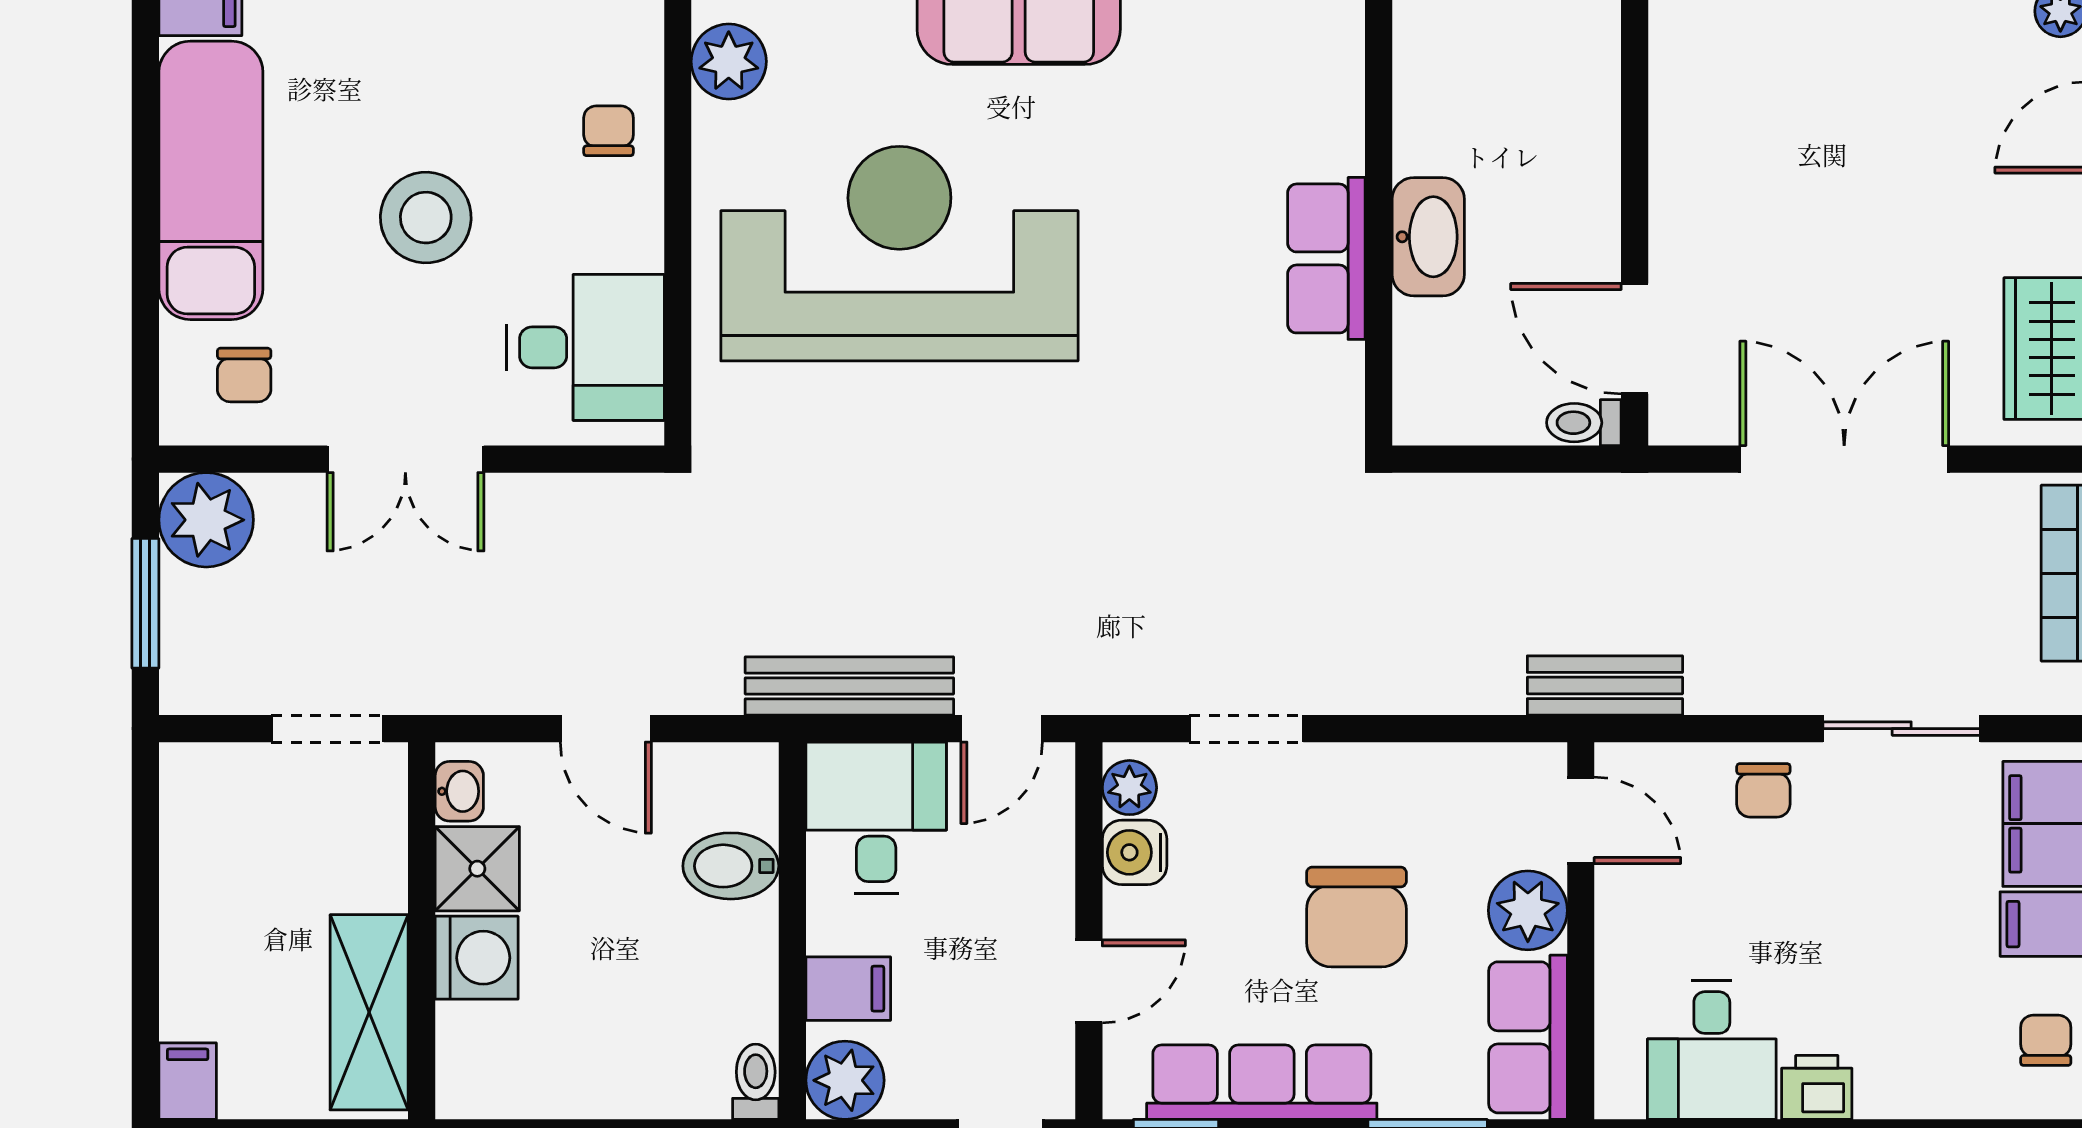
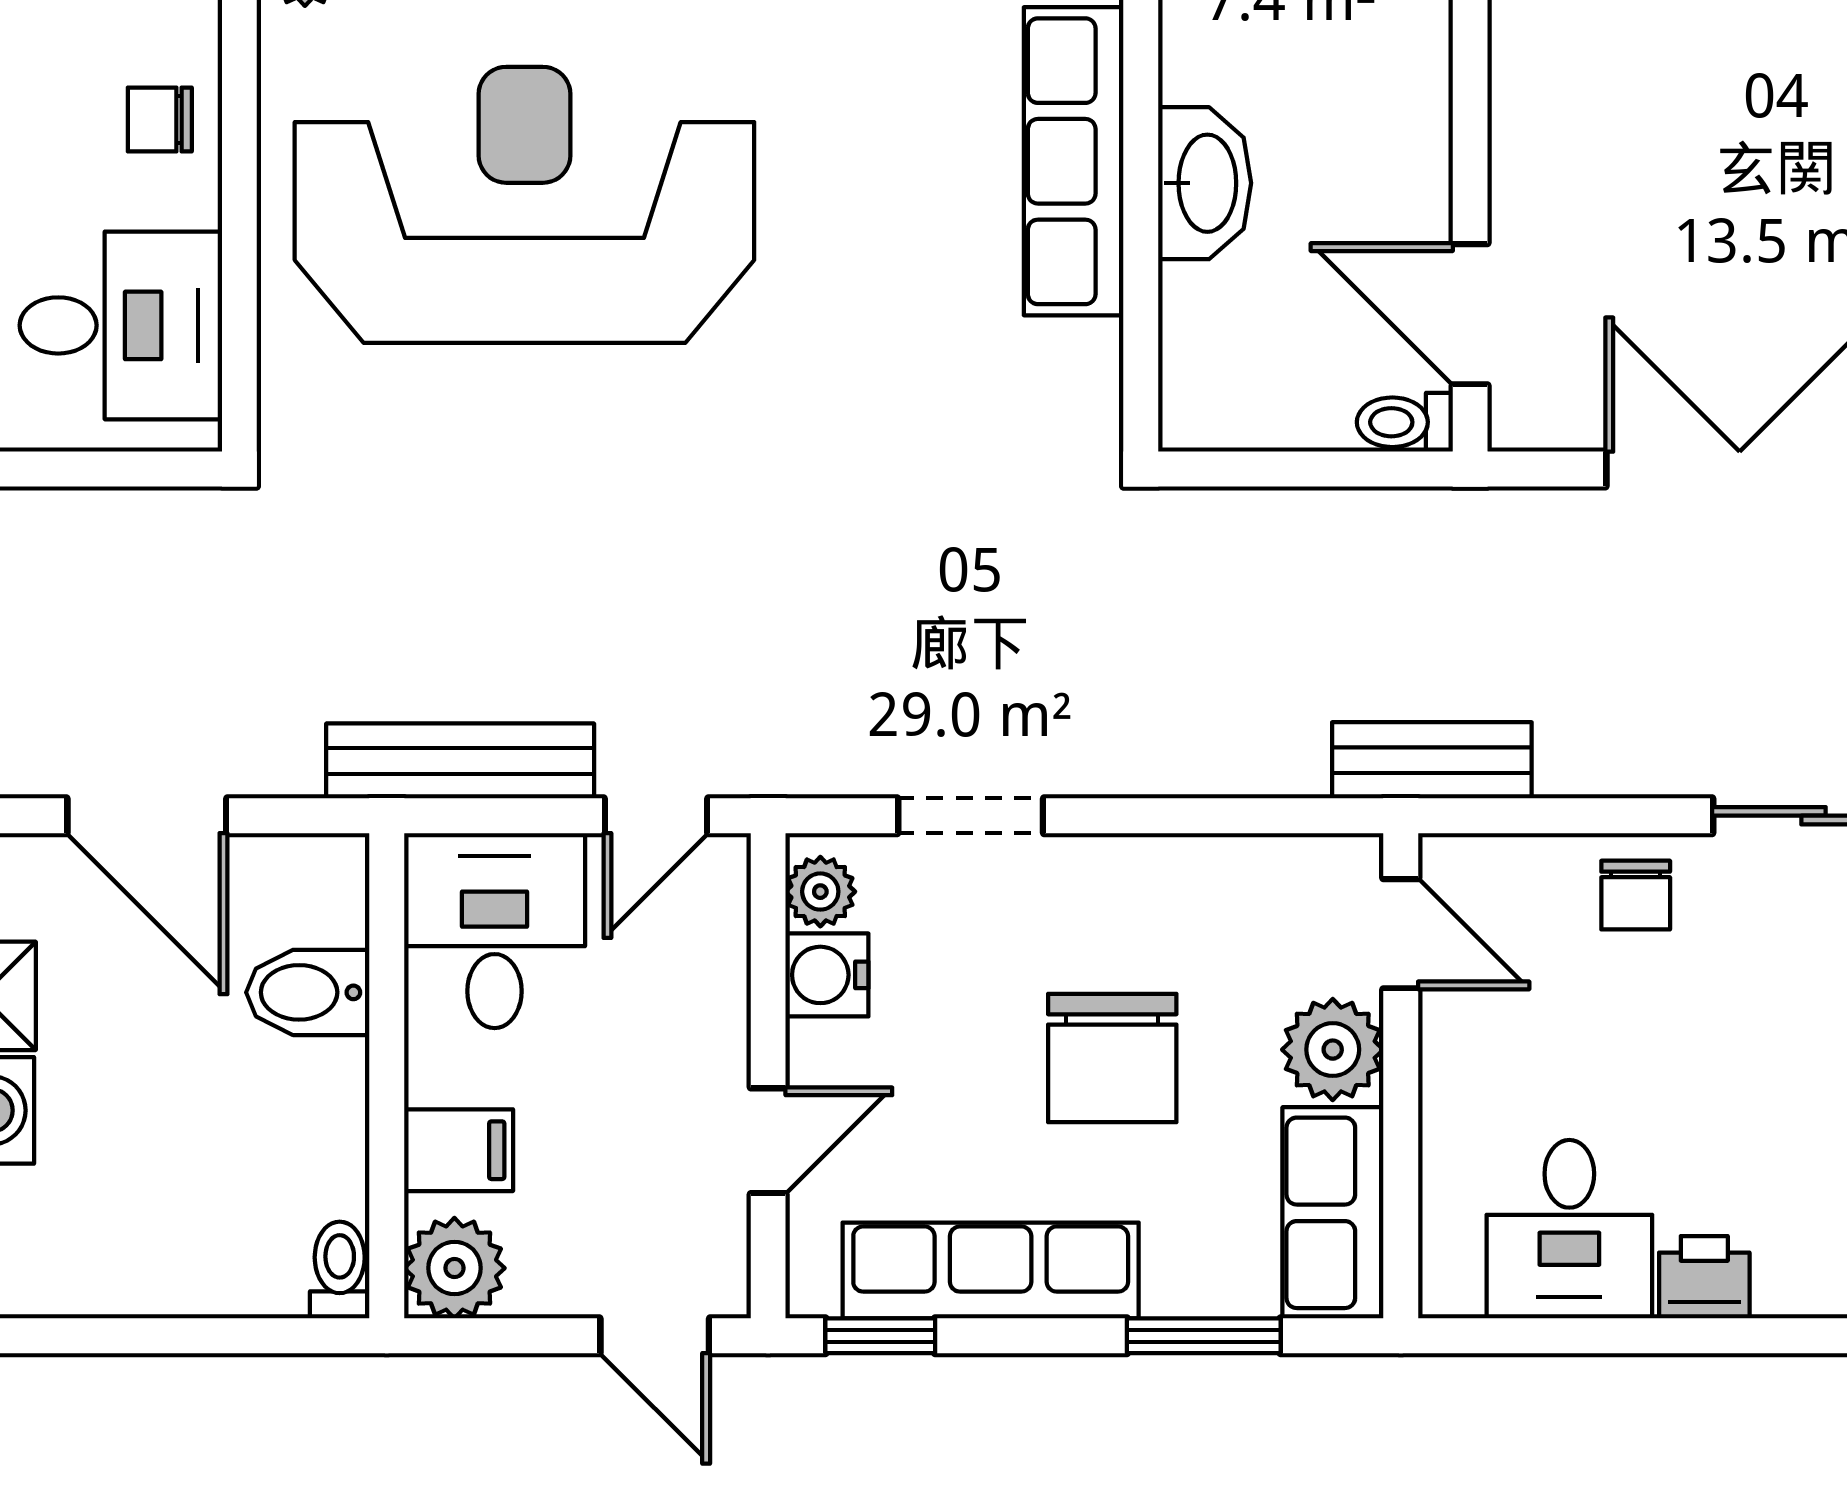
chair: (609, 131) -> (160, 120), moved, turned -90
row of seats: (1326, 258) -> (1074, 161), width x1.48
door: (606, 729) -> (147, 816), width x1.38

